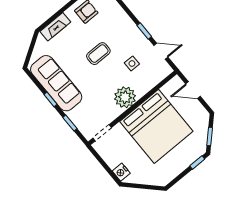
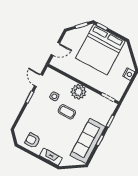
coffee table: (98, 54) -> (67, 112), moved
door: (193, 90) -> (55, 49), hinge flipped
bed: (156, 126) -> (100, 50), moved, turned 180

